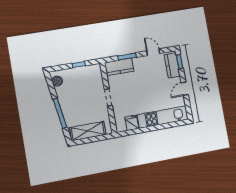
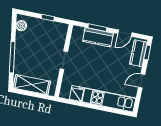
door: (153, 52) -> (125, 33), swing flipped
kitchen counter: (119, 67) -> (98, 37), moved

